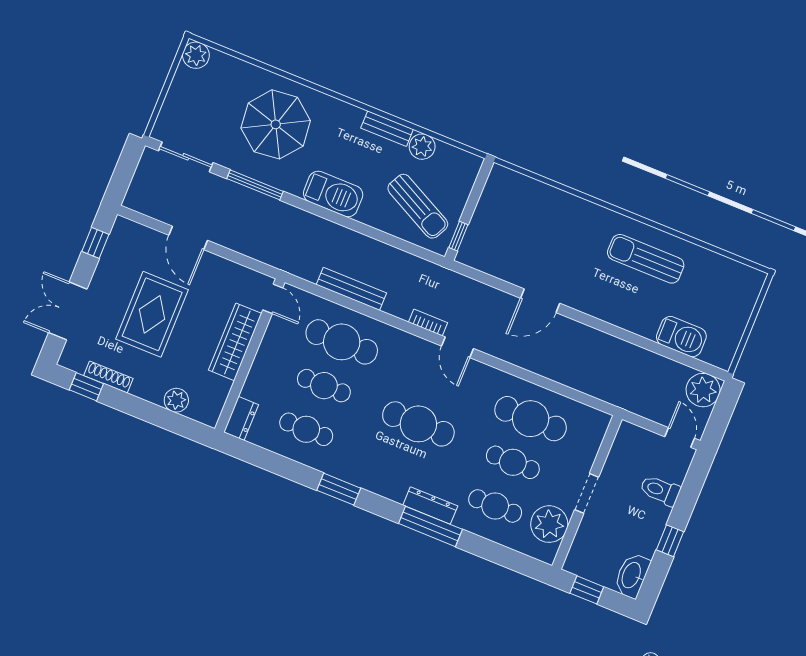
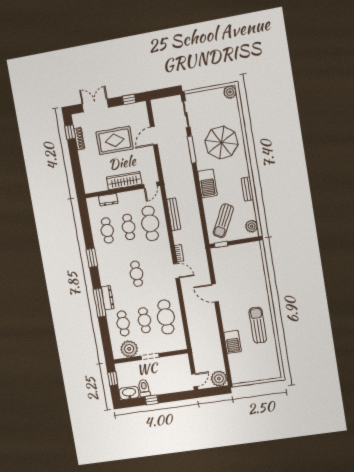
plant: (422, 147) -> (252, 226), moved
barbecue: (681, 337) -> (233, 342), moved
door: (457, 347) -> (176, 271), swing flipped
plant: (176, 400) -> (87, 172), removed
dresser: (241, 418) -> (108, 200), moved
cafe table: (418, 424) -> (137, 274), width x0.73, depth x0.74
toilet: (660, 490) -> (144, 388), moved

